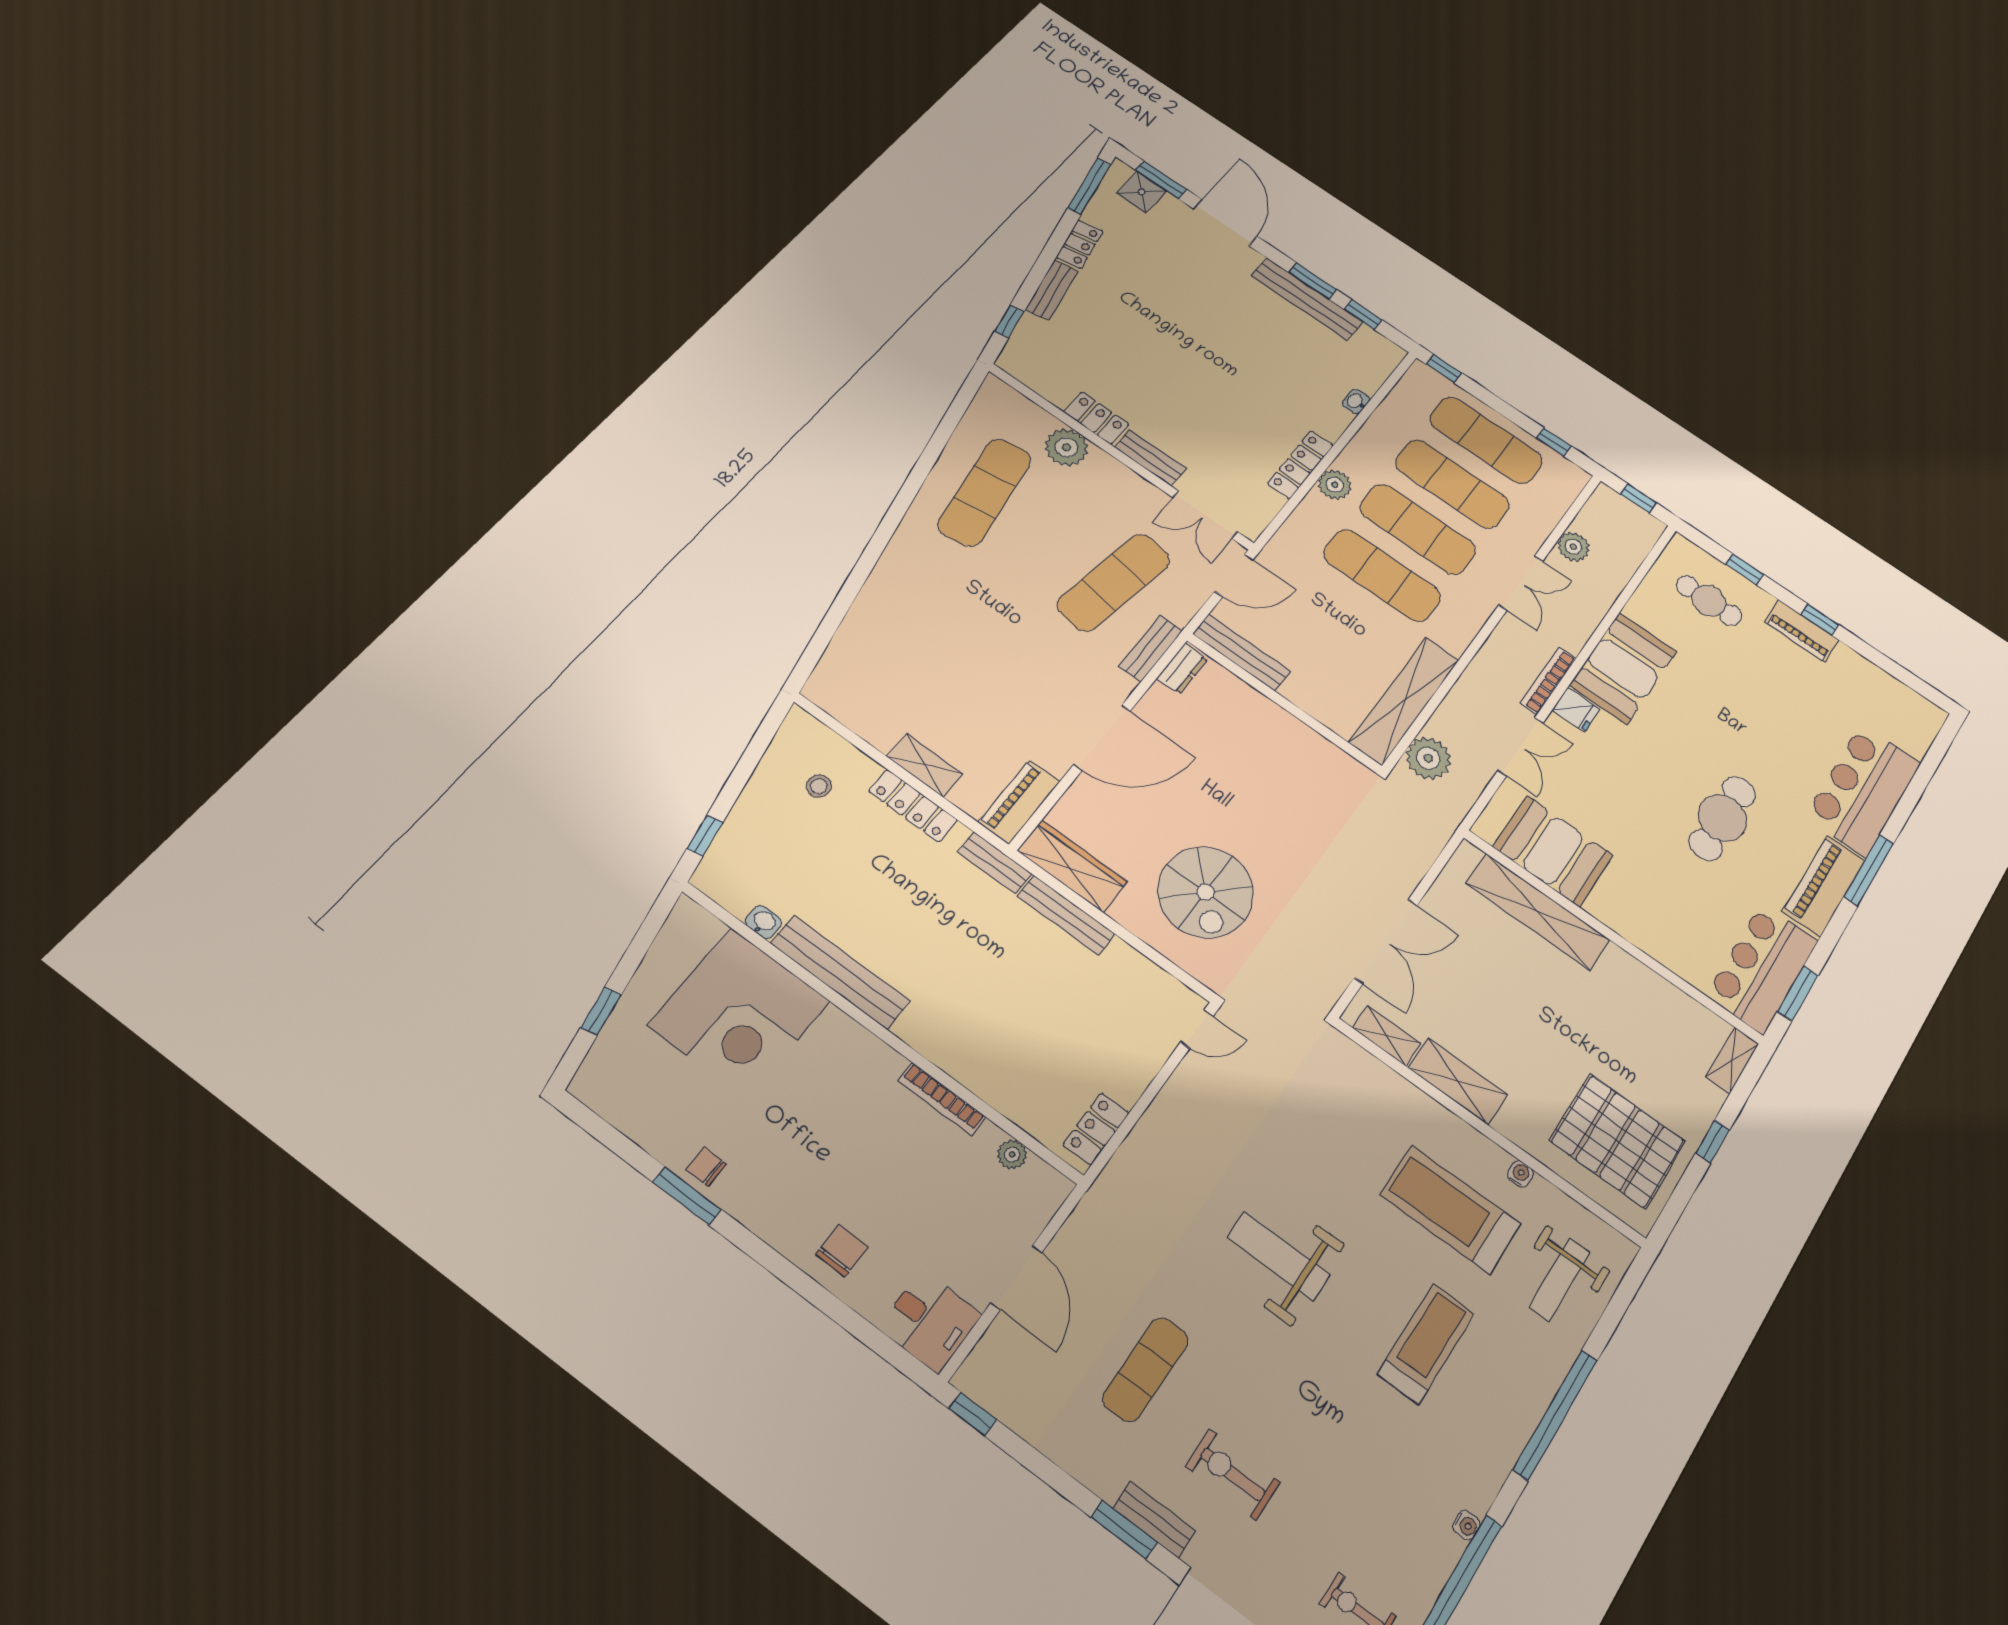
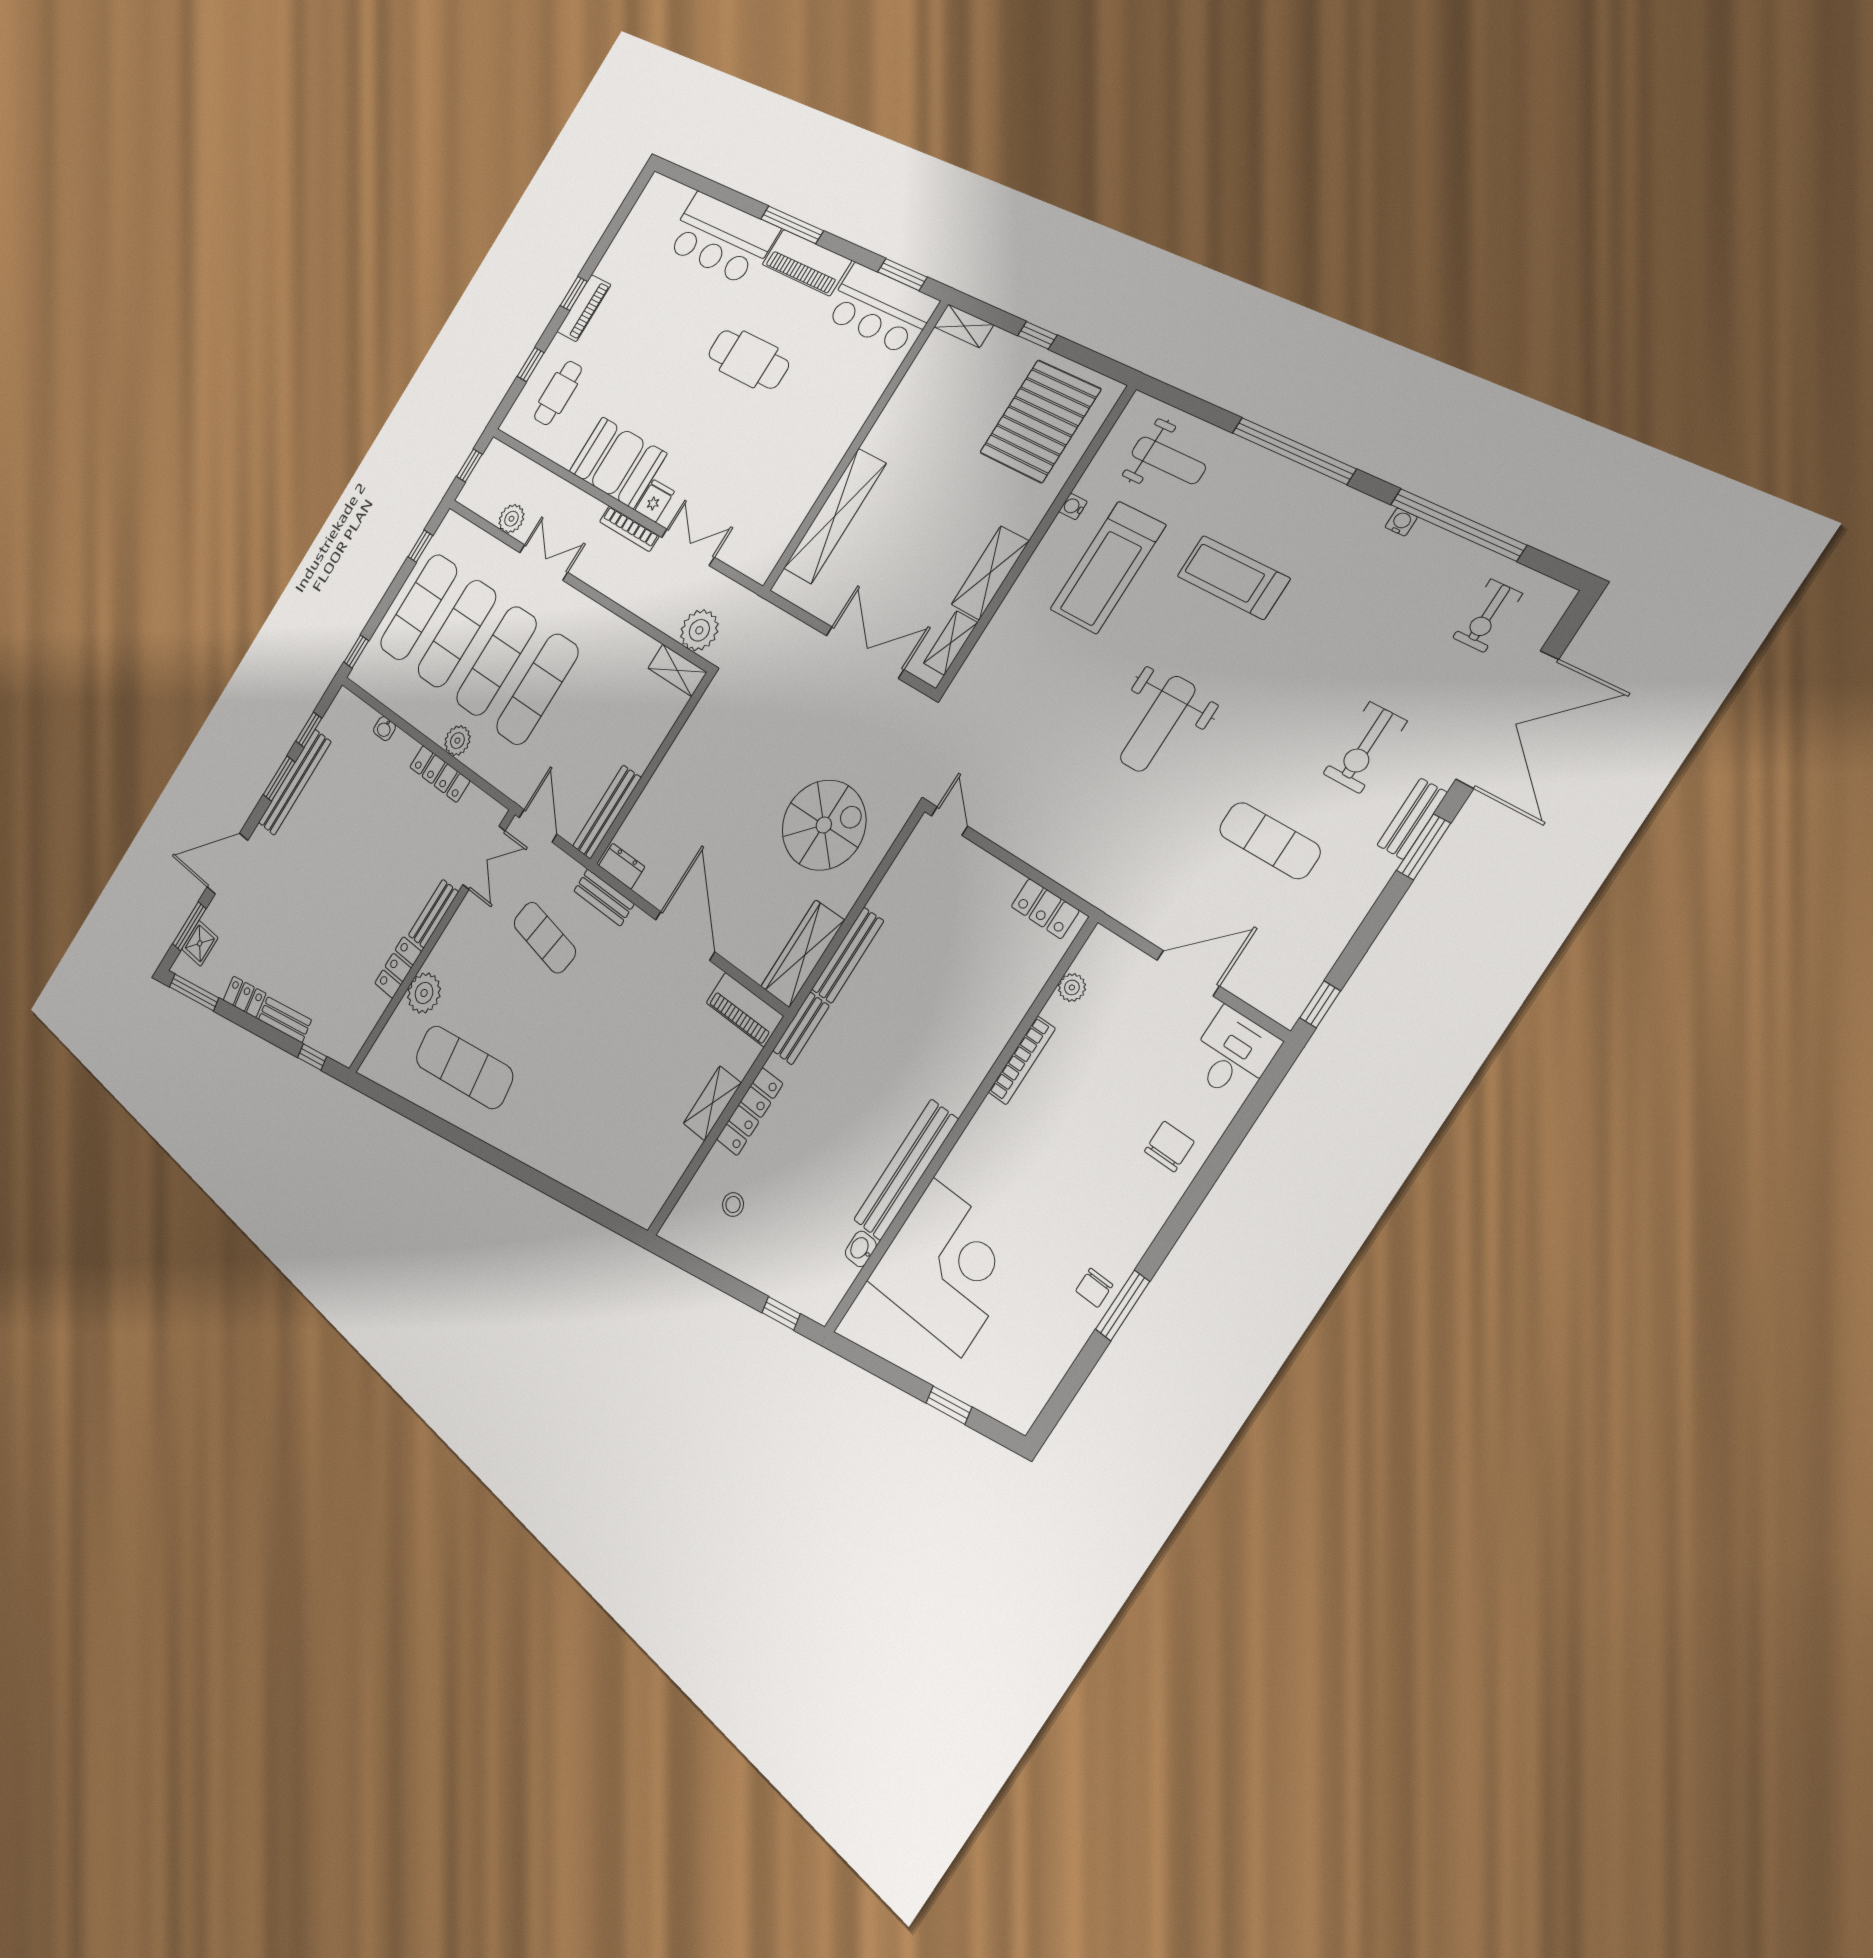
exercise mat: (1114, 582) -> (545, 937), width x0.73, depth x0.69
shelving: (1404, 701) -> (677, 670), width x0.45, depth x0.75
booth: (1553, 851) -> (780, 508), removed
chair: (842, 1251) -> (1169, 1146), turned 90

